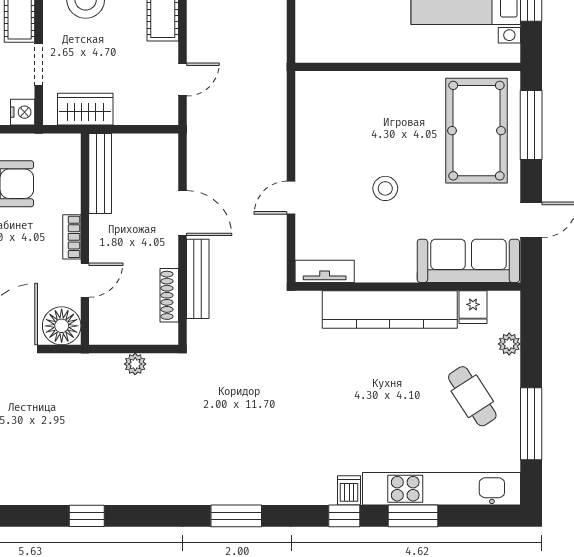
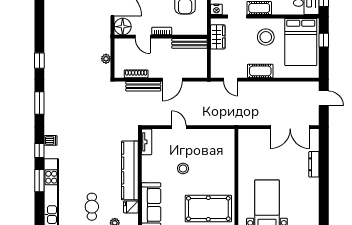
cafe table: (472, 396) -> (92, 207), turned -57
dishwasher: (349, 490) -> (51, 140), moved
window: (87, 516) -> (39, 61), moved

